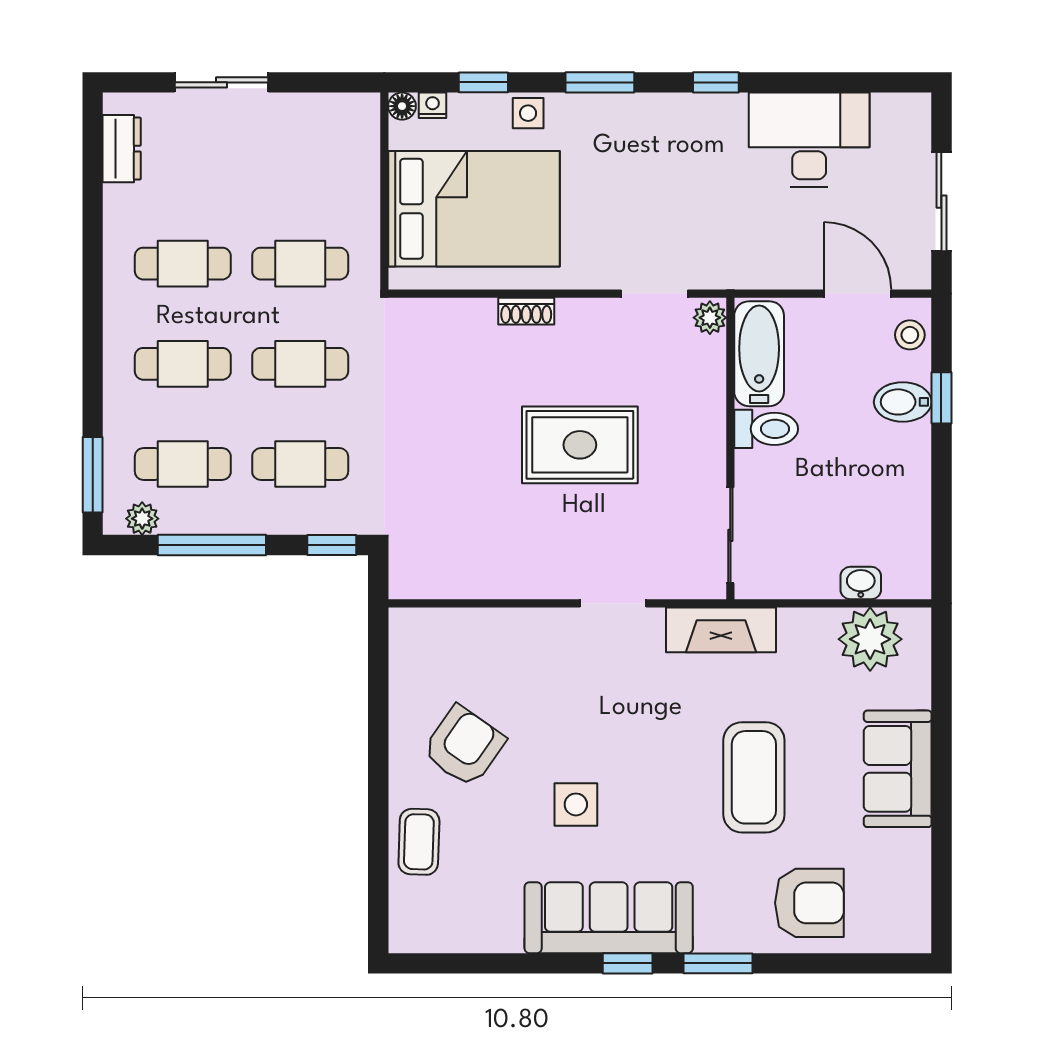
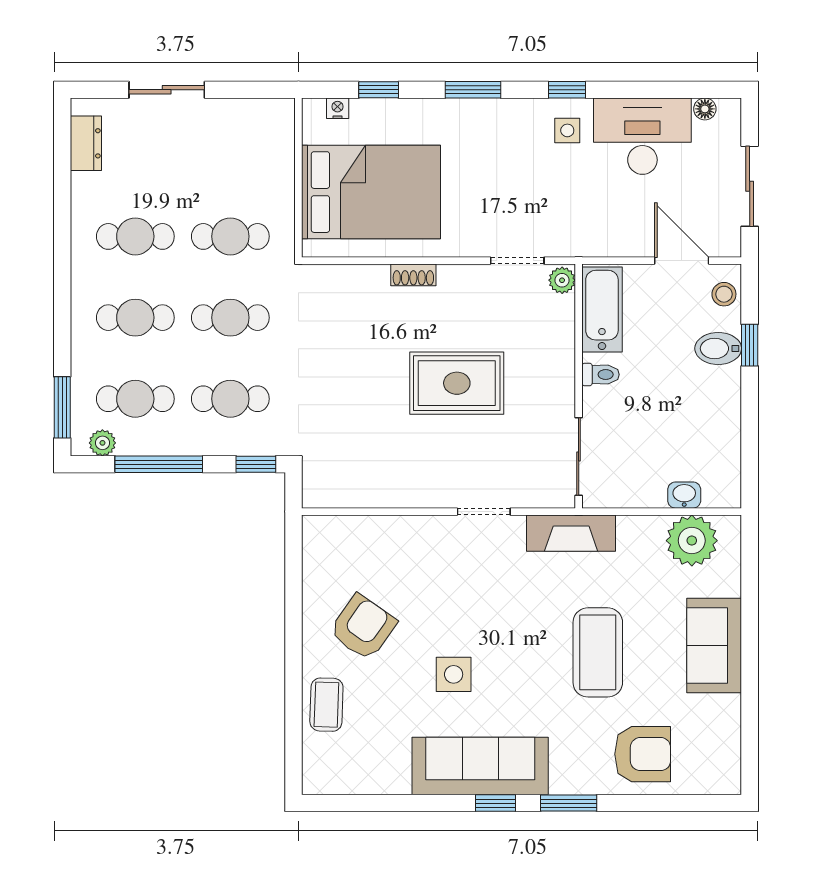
floor lamp: (402, 106) -> (705, 109), moved
side table: (528, 113) -> (567, 130), moved
toilet: (766, 429) -> (600, 375), width x0.73, depth x0.72

